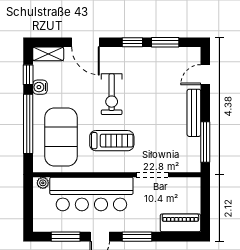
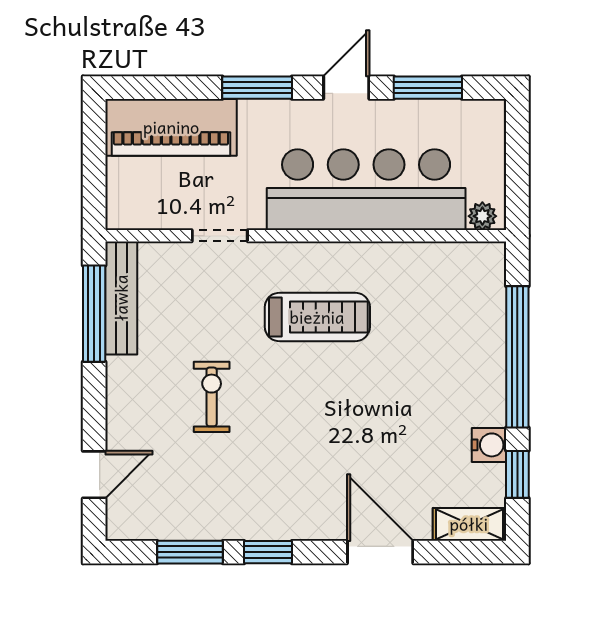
exercise bike: (112, 94) -> (212, 397), moved, width x0.73, depth x0.72
bench: (194, 113) -> (121, 298), moved
exercise mat: (61, 137) -> (439, 326), removed
treadmill: (112, 141) -> (317, 317), turned 180
doorway: (153, 175) -> (220, 236), width x0.73
piano: (180, 223) -> (171, 127), width x1.37, depth x1.33

